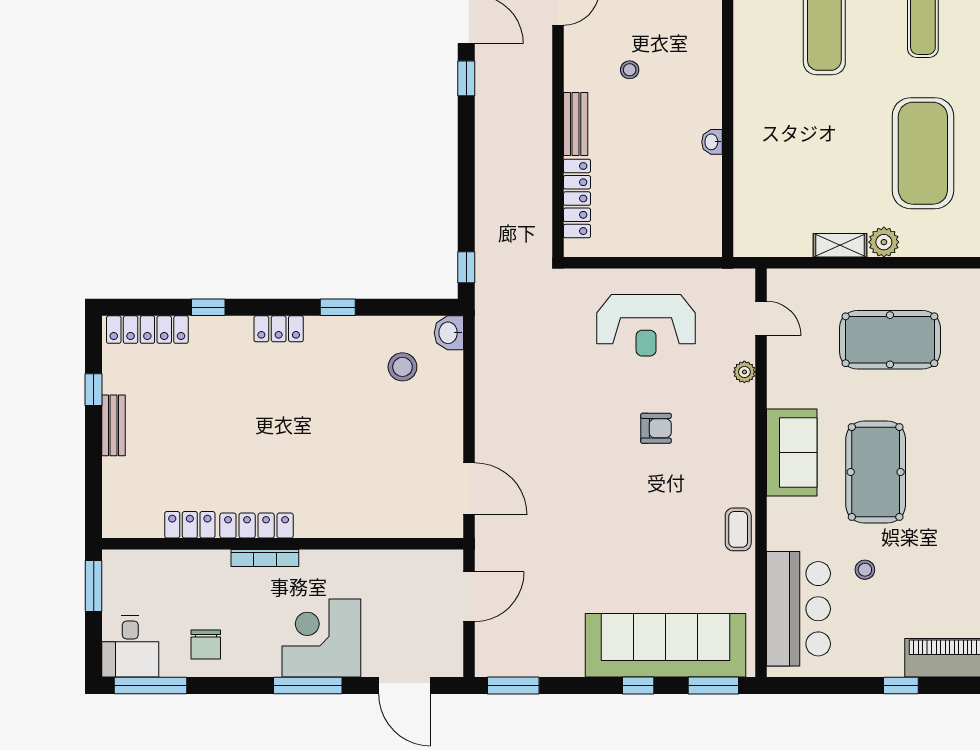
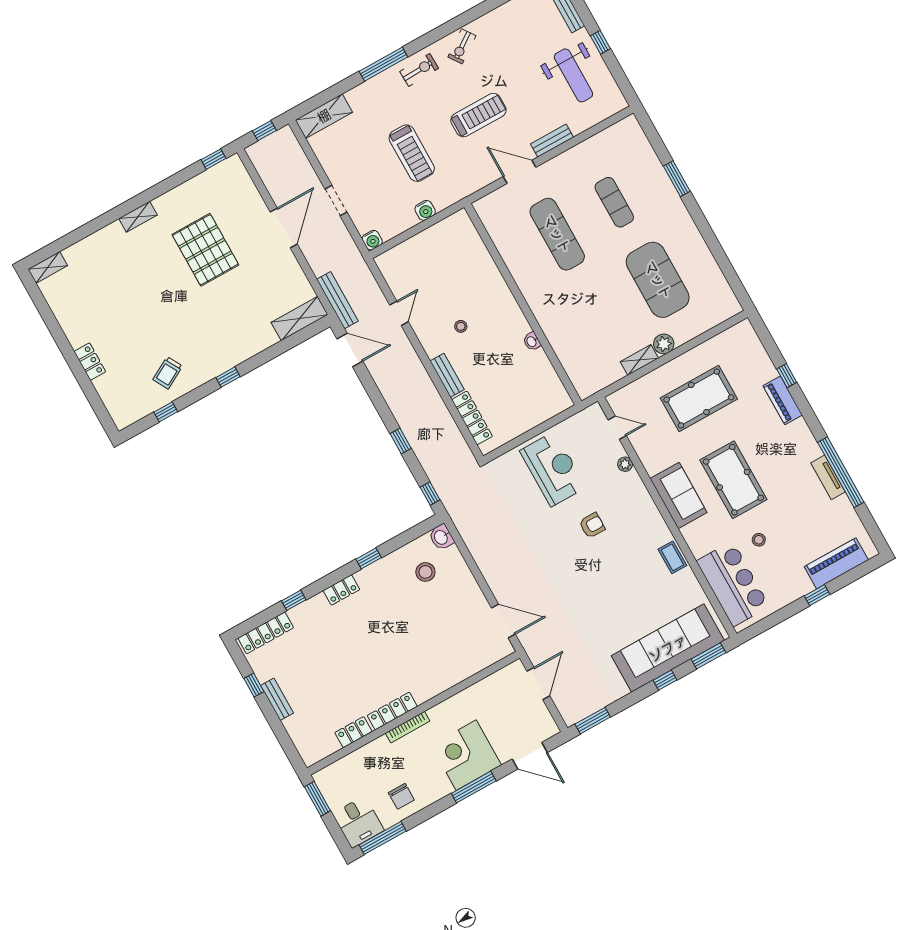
window: (466, 78) -> (401, 441), moved
reception desk: (646, 325) -> (553, 469), turned -90

